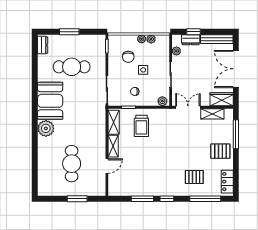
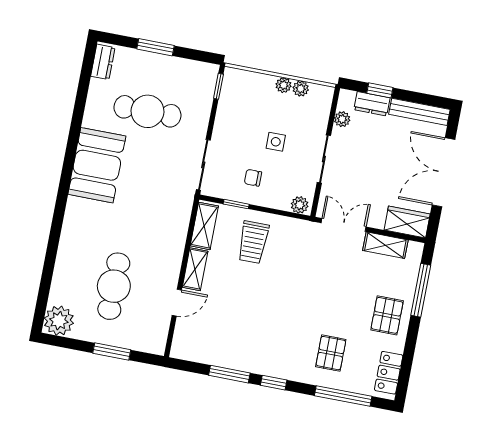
chair: (128, 57) -> (253, 113), removed
plant: (46, 128) -> (59, 321), moved
pallet: (220, 151) -> (387, 315), turned 90
pallet: (194, 177) -> (331, 353), turned 90

